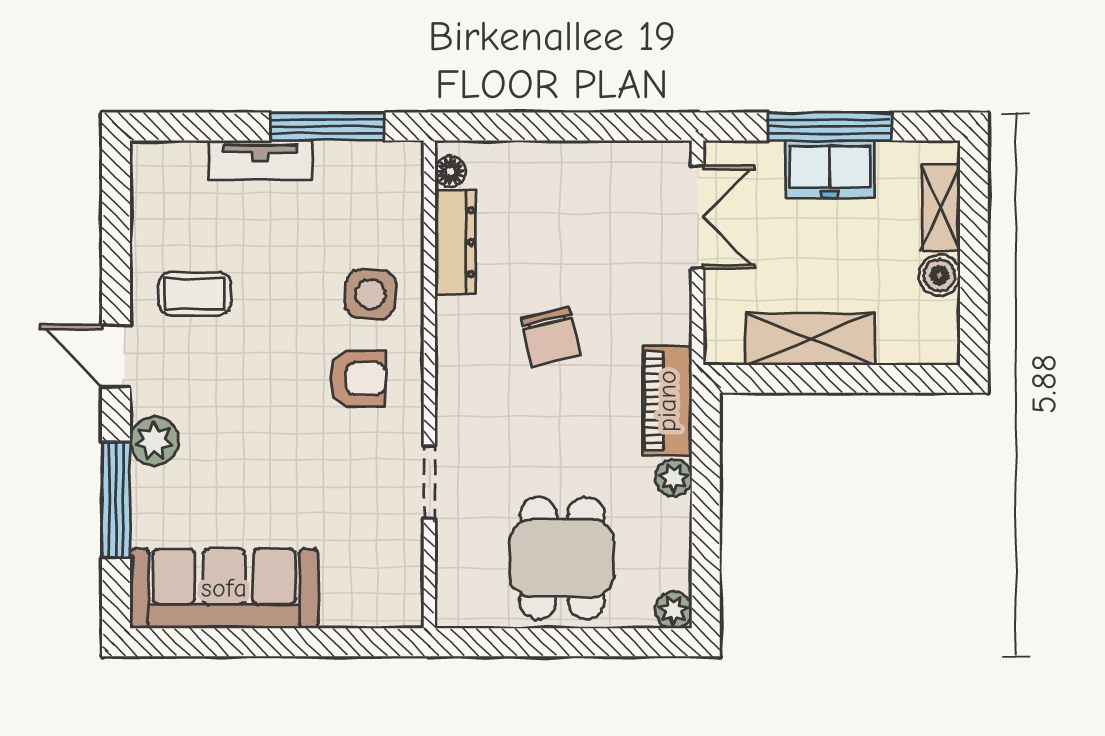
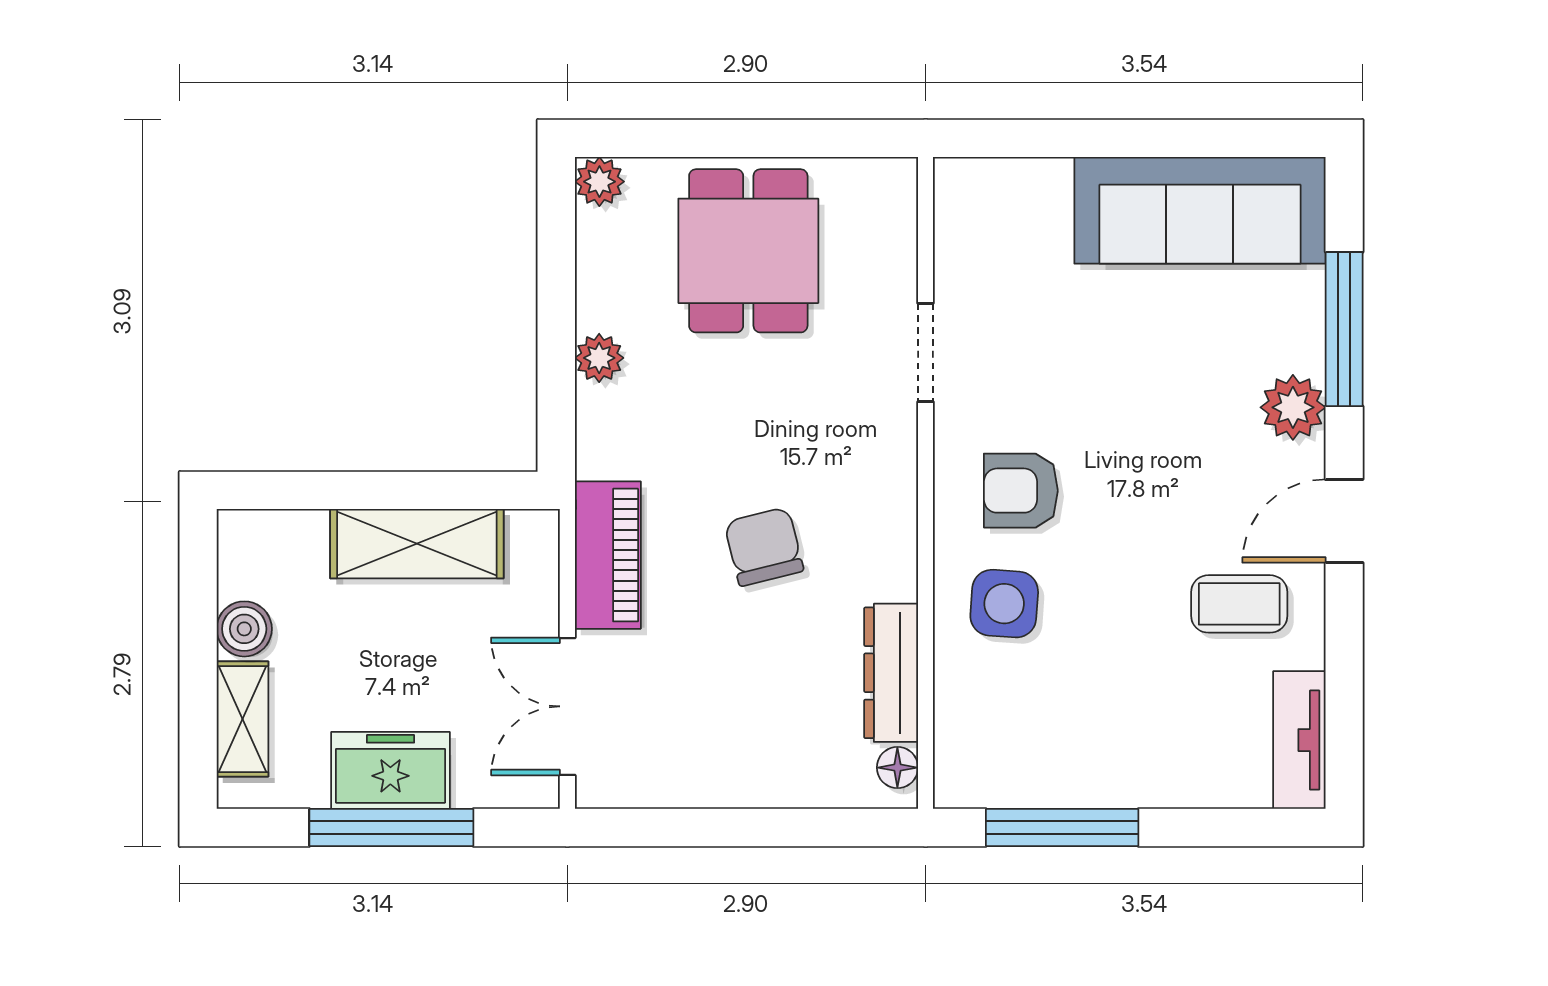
tv unit: (260, 160) -> (1299, 740), moved, turned -90
door: (116, 356) -> (1344, 521), swing flipped
piano: (667, 401) -> (608, 555), moved

